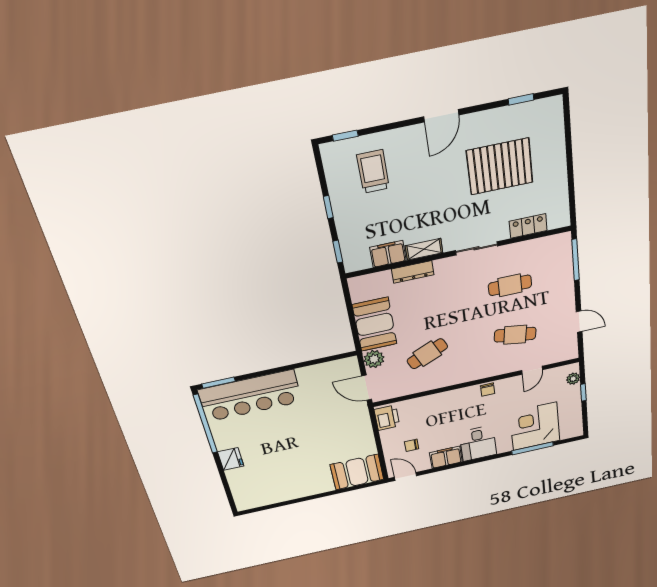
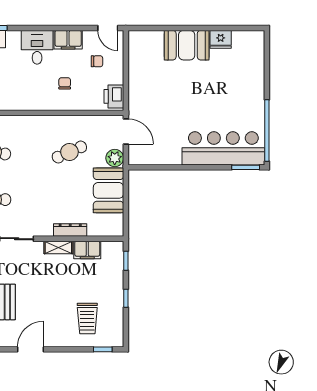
chair: (488, 390) -> (65, 83), moved
fridge: (231, 459) -> (221, 39), moved, turned -90
booth: (357, 472) -> (187, 45), moved

